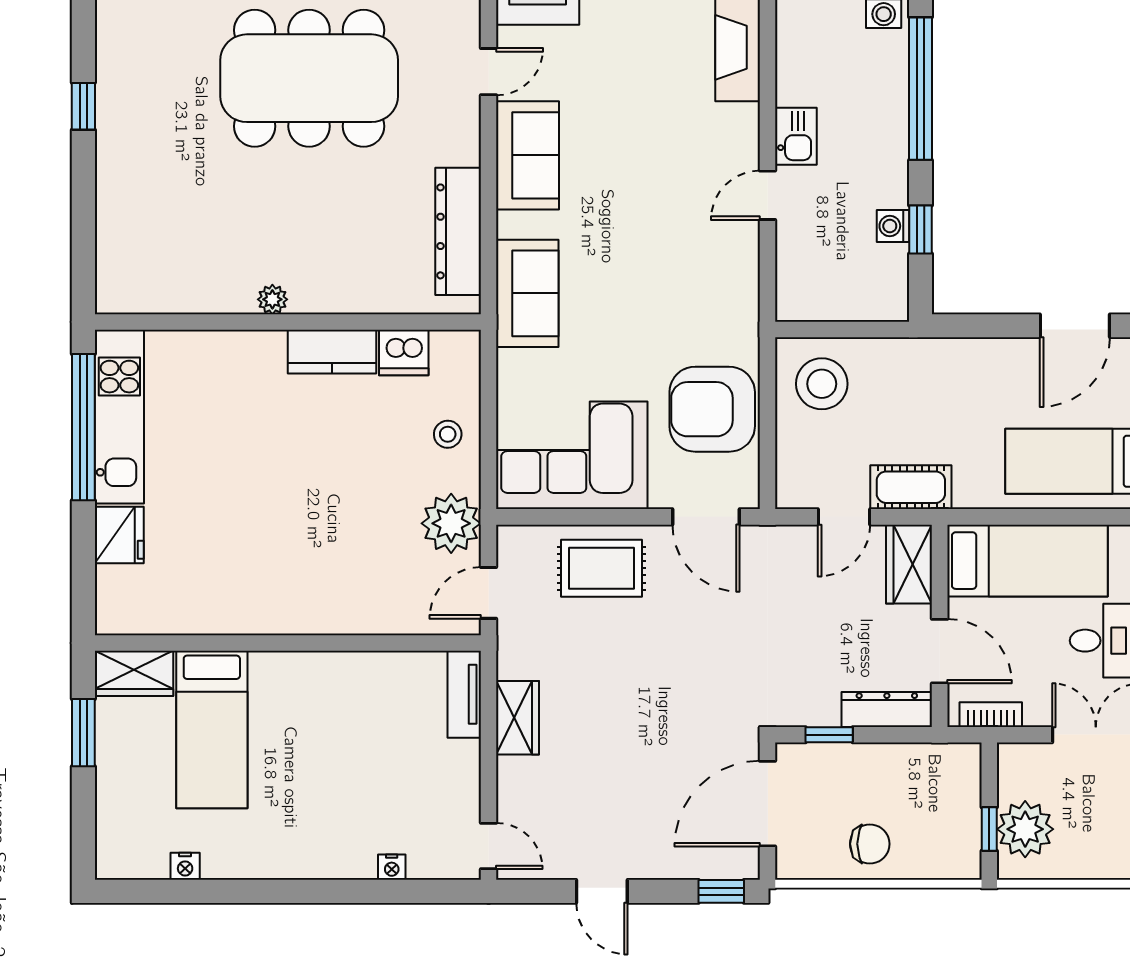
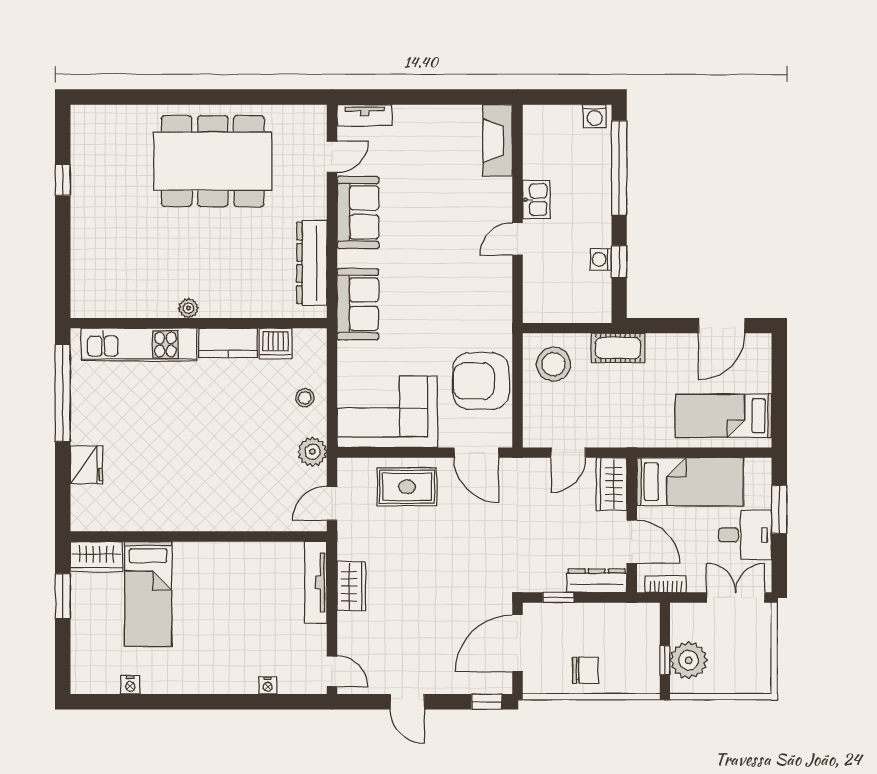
kitchen unit: (119, 417) -> (139, 344), moved, turned 90
cot: (911, 487) -> (618, 348), moved
plant: (451, 523) -> (312, 452), width x0.73, depth x0.73
tv unit: (464, 694) -> (316, 582), width x1.41

